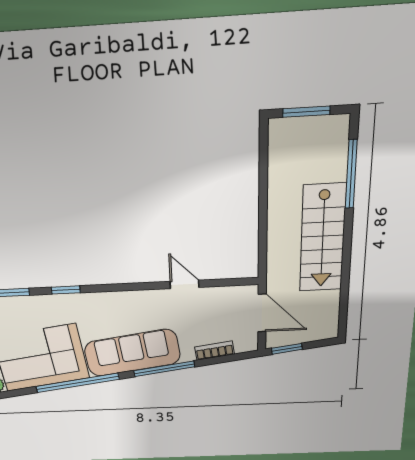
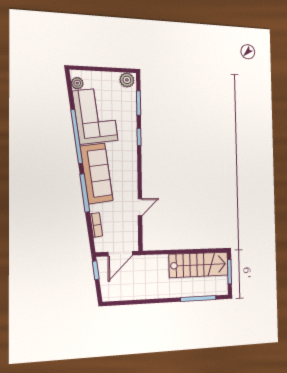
stairs: (323, 238) -> (199, 265), moved, turned 180

